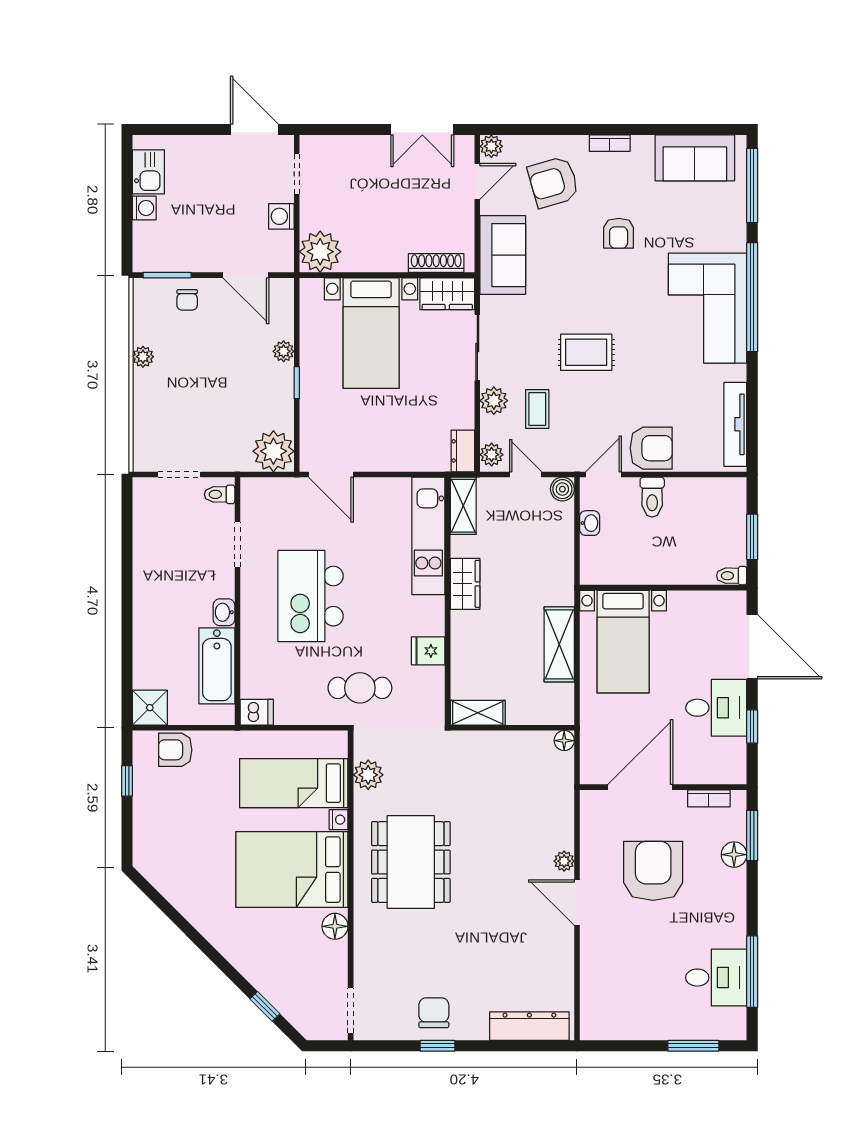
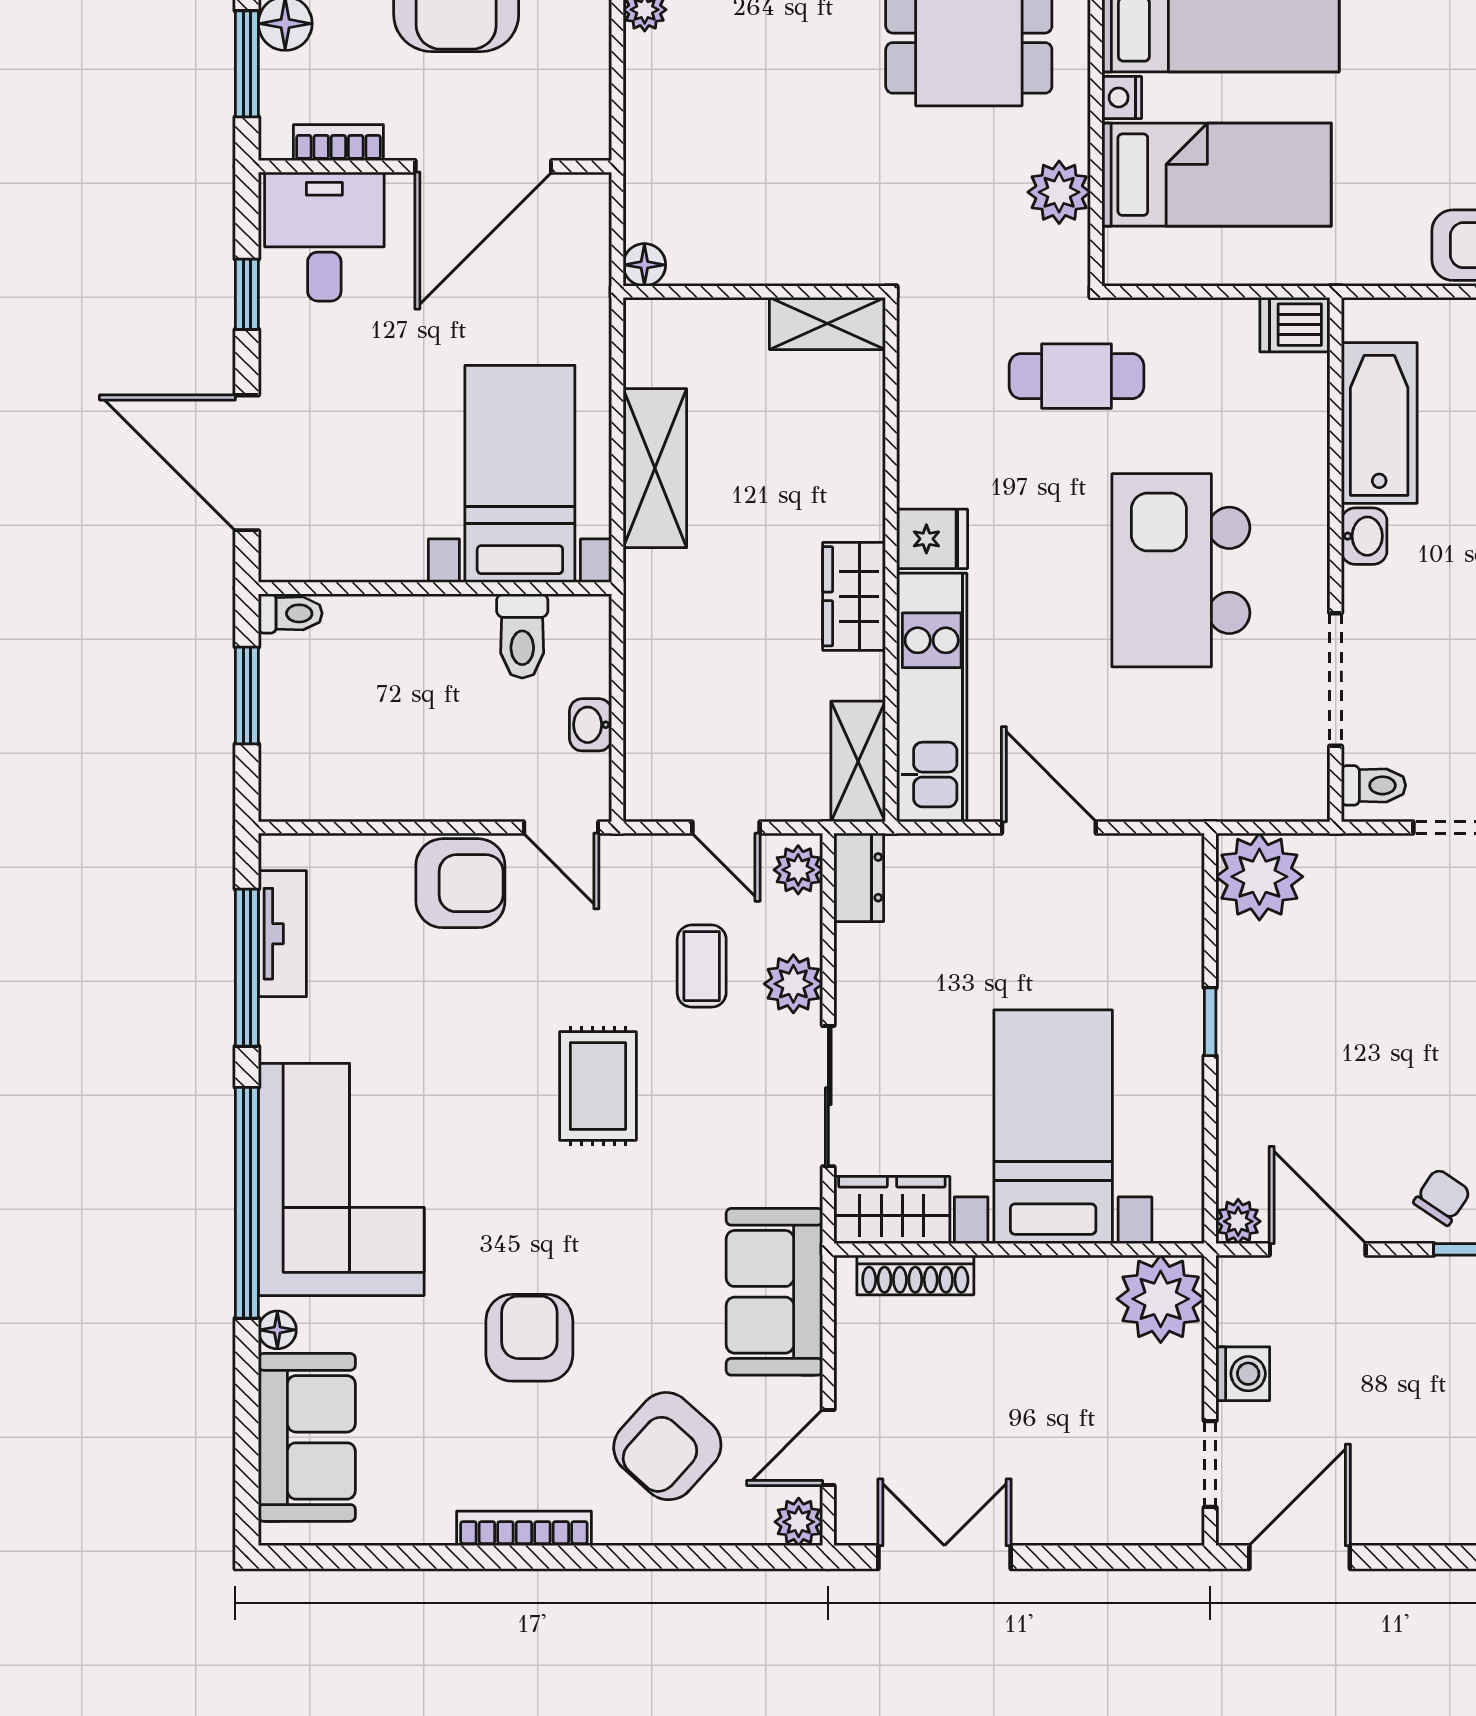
door: (254, 130) -> (1300, 1557), swing flipped
bookcase: (610, 143) -> (524, 1528), width x1.56
sofa: (695, 158) -> (307, 1437), moved, turned 90
armchair: (553, 182) -> (667, 1446), turned 148
window: (752, 186) -> (247, 968), moved
armchair: (619, 233) -> (529, 1338), width x1.38, depth x1.38
floor lamp: (738, 237) -> (277, 1330), added
chair: (187, 300) -> (1442, 1197), turned 34
plant: (284, 351) -> (1238, 1221), moved
rug: (586, 352) -> (598, 1086), turned 90
tv unit: (735, 424) -> (282, 934), width x0.71
armchair: (651, 448) -> (460, 883), turned 180
door: (331, 475) -> (1049, 828), moved
door: (604, 475) -> (561, 828), hinge flipped
boiler: (562, 489) -> (648, 797), removed
toilet: (652, 497) -> (522, 636), moved, turned 180
doorway: (237, 544) -> (1336, 679), width x1.38
kitchen island: (311, 596) -> (1181, 570), turned 180
fridge: (428, 651) -> (932, 539), moved
desk: (716, 708) -> (324, 237), moved, turned 90

